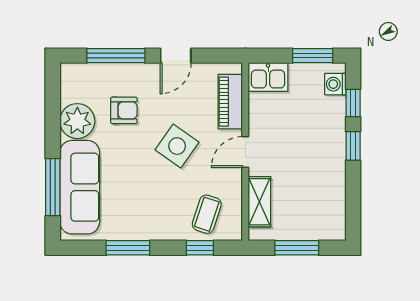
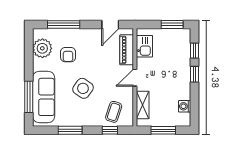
door: (176, 56) -> (110, 24), moved
kitchen sink: (268, 77) -> (144, 46), moved, turned -90
washing machine: (335, 84) -> (185, 106), moved
armchair: (124, 110) -> (68, 55), turned 90
plant: (77, 121) -> (42, 48), moved
side table: (177, 146) -> (83, 88), moved

